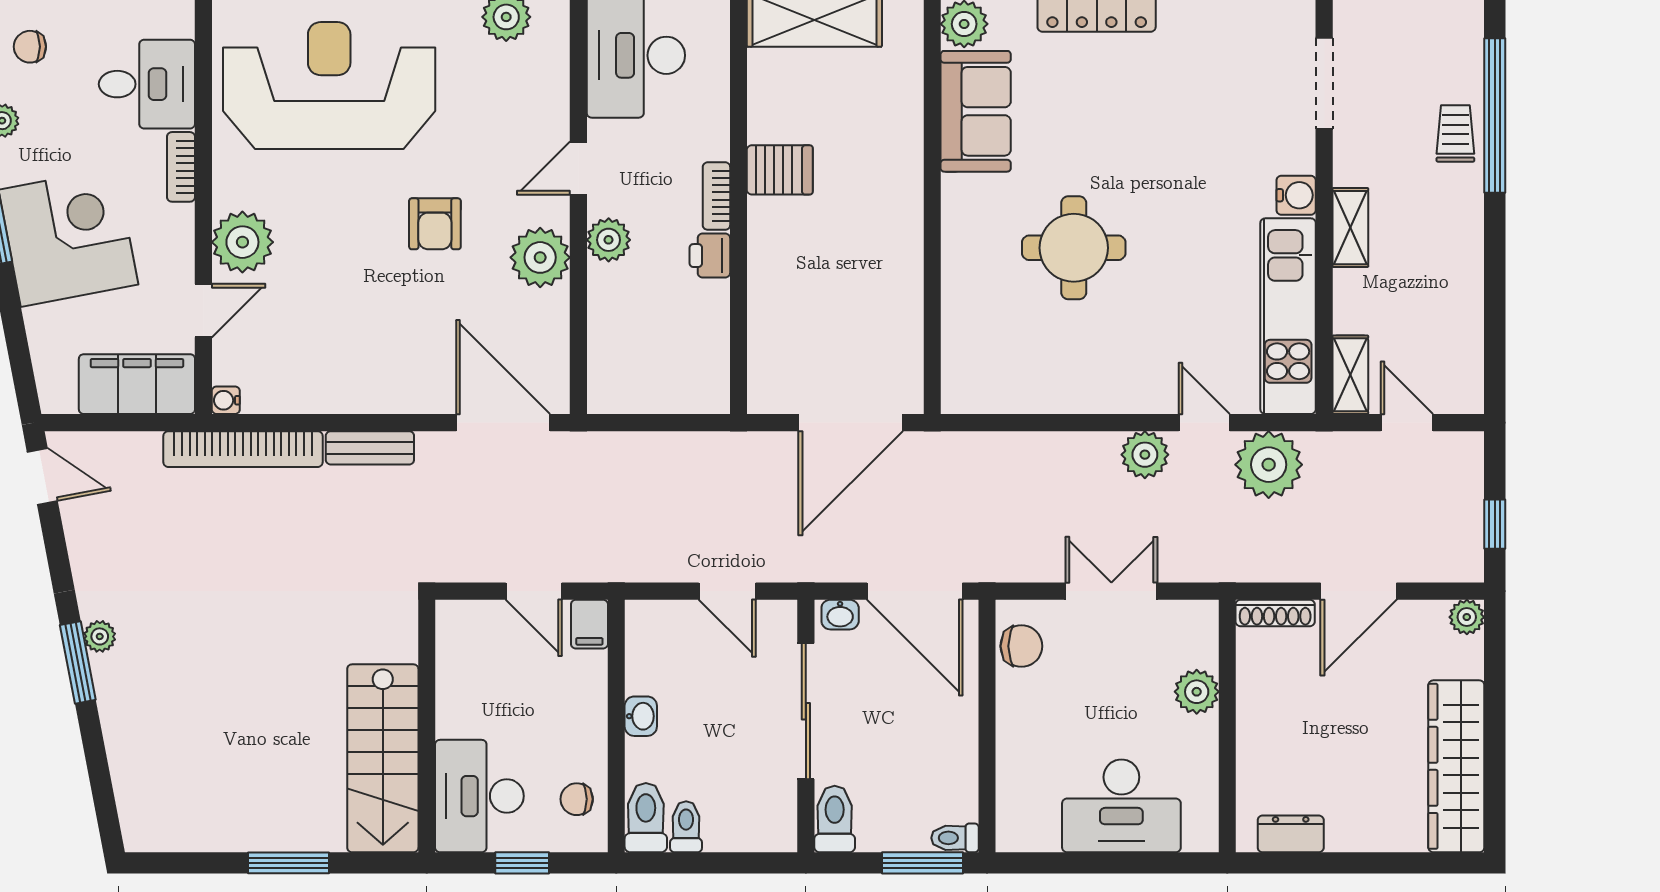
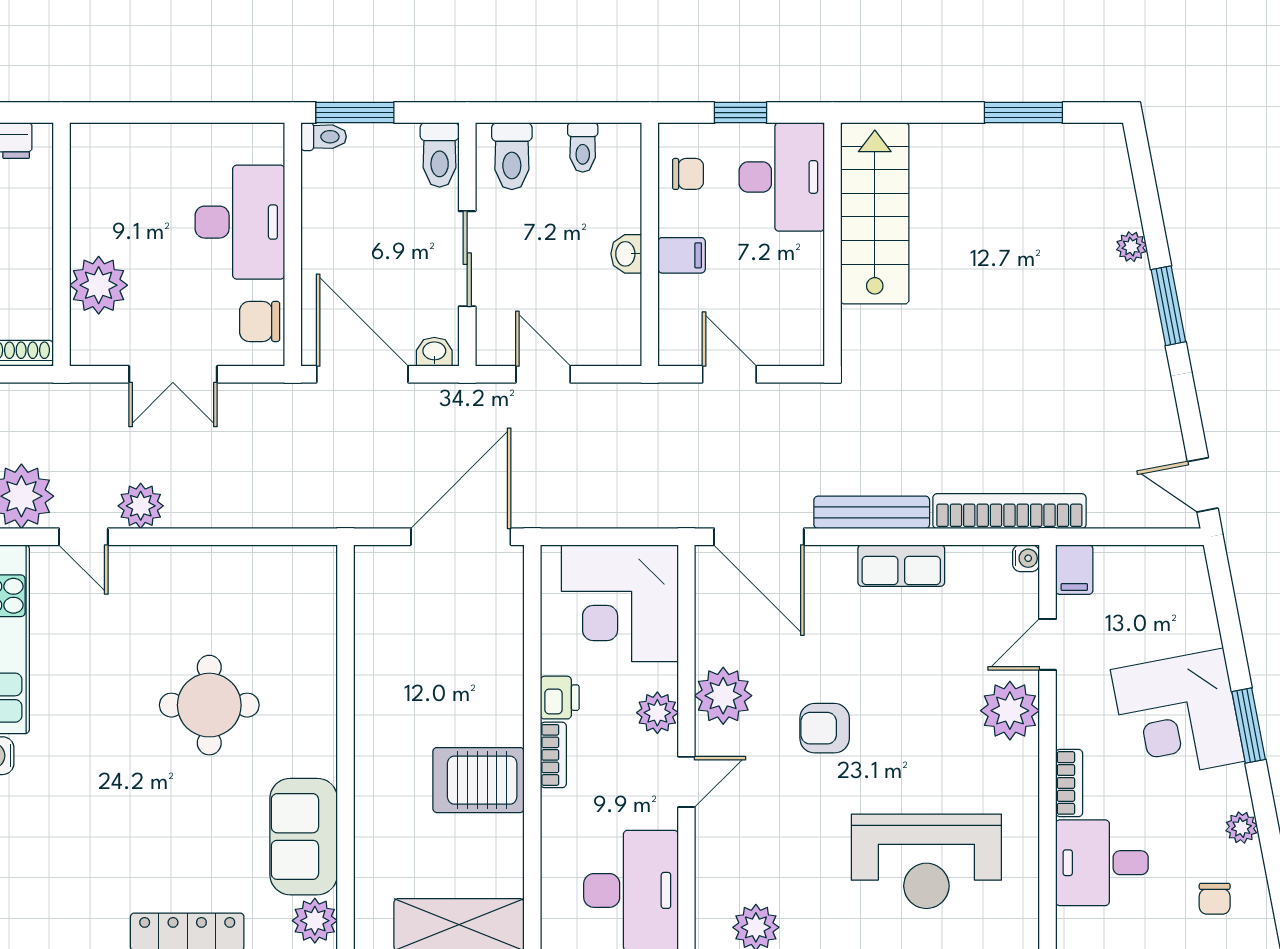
chair: (30, 47) -> (1215, 899), turned 90
reception desk: (329, 86) -> (926, 861), width x0.74, depth x0.77
server rack: (780, 170) -> (478, 780), width x1.36, depth x1.44
armchair: (435, 224) -> (825, 728), turned -90
corner desk: (647, 354) -> (620, 603), added
filing cabinet: (137, 384) -> (1074, 570), width x0.33, depth x0.86
row of seats: (355, 393) -> (901, 566), added
door: (851, 423) -> (461, 537), moved
bench: (370, 448) -> (872, 512), width x1.36
filing cabinet: (589, 624) -> (682, 255), moved, turned 90
plant: (100, 636) -> (1131, 247), moved
plant: (1197, 692) -> (99, 285), width x1.36, depth x1.36
sliding door: (806, 711) -> (467, 259), width x0.73
desk: (1121, 806) -> (240, 222), moved, turned 90
toilet: (646, 818) -> (512, 156), moved
window: (288, 863) -> (1023, 113), moved

